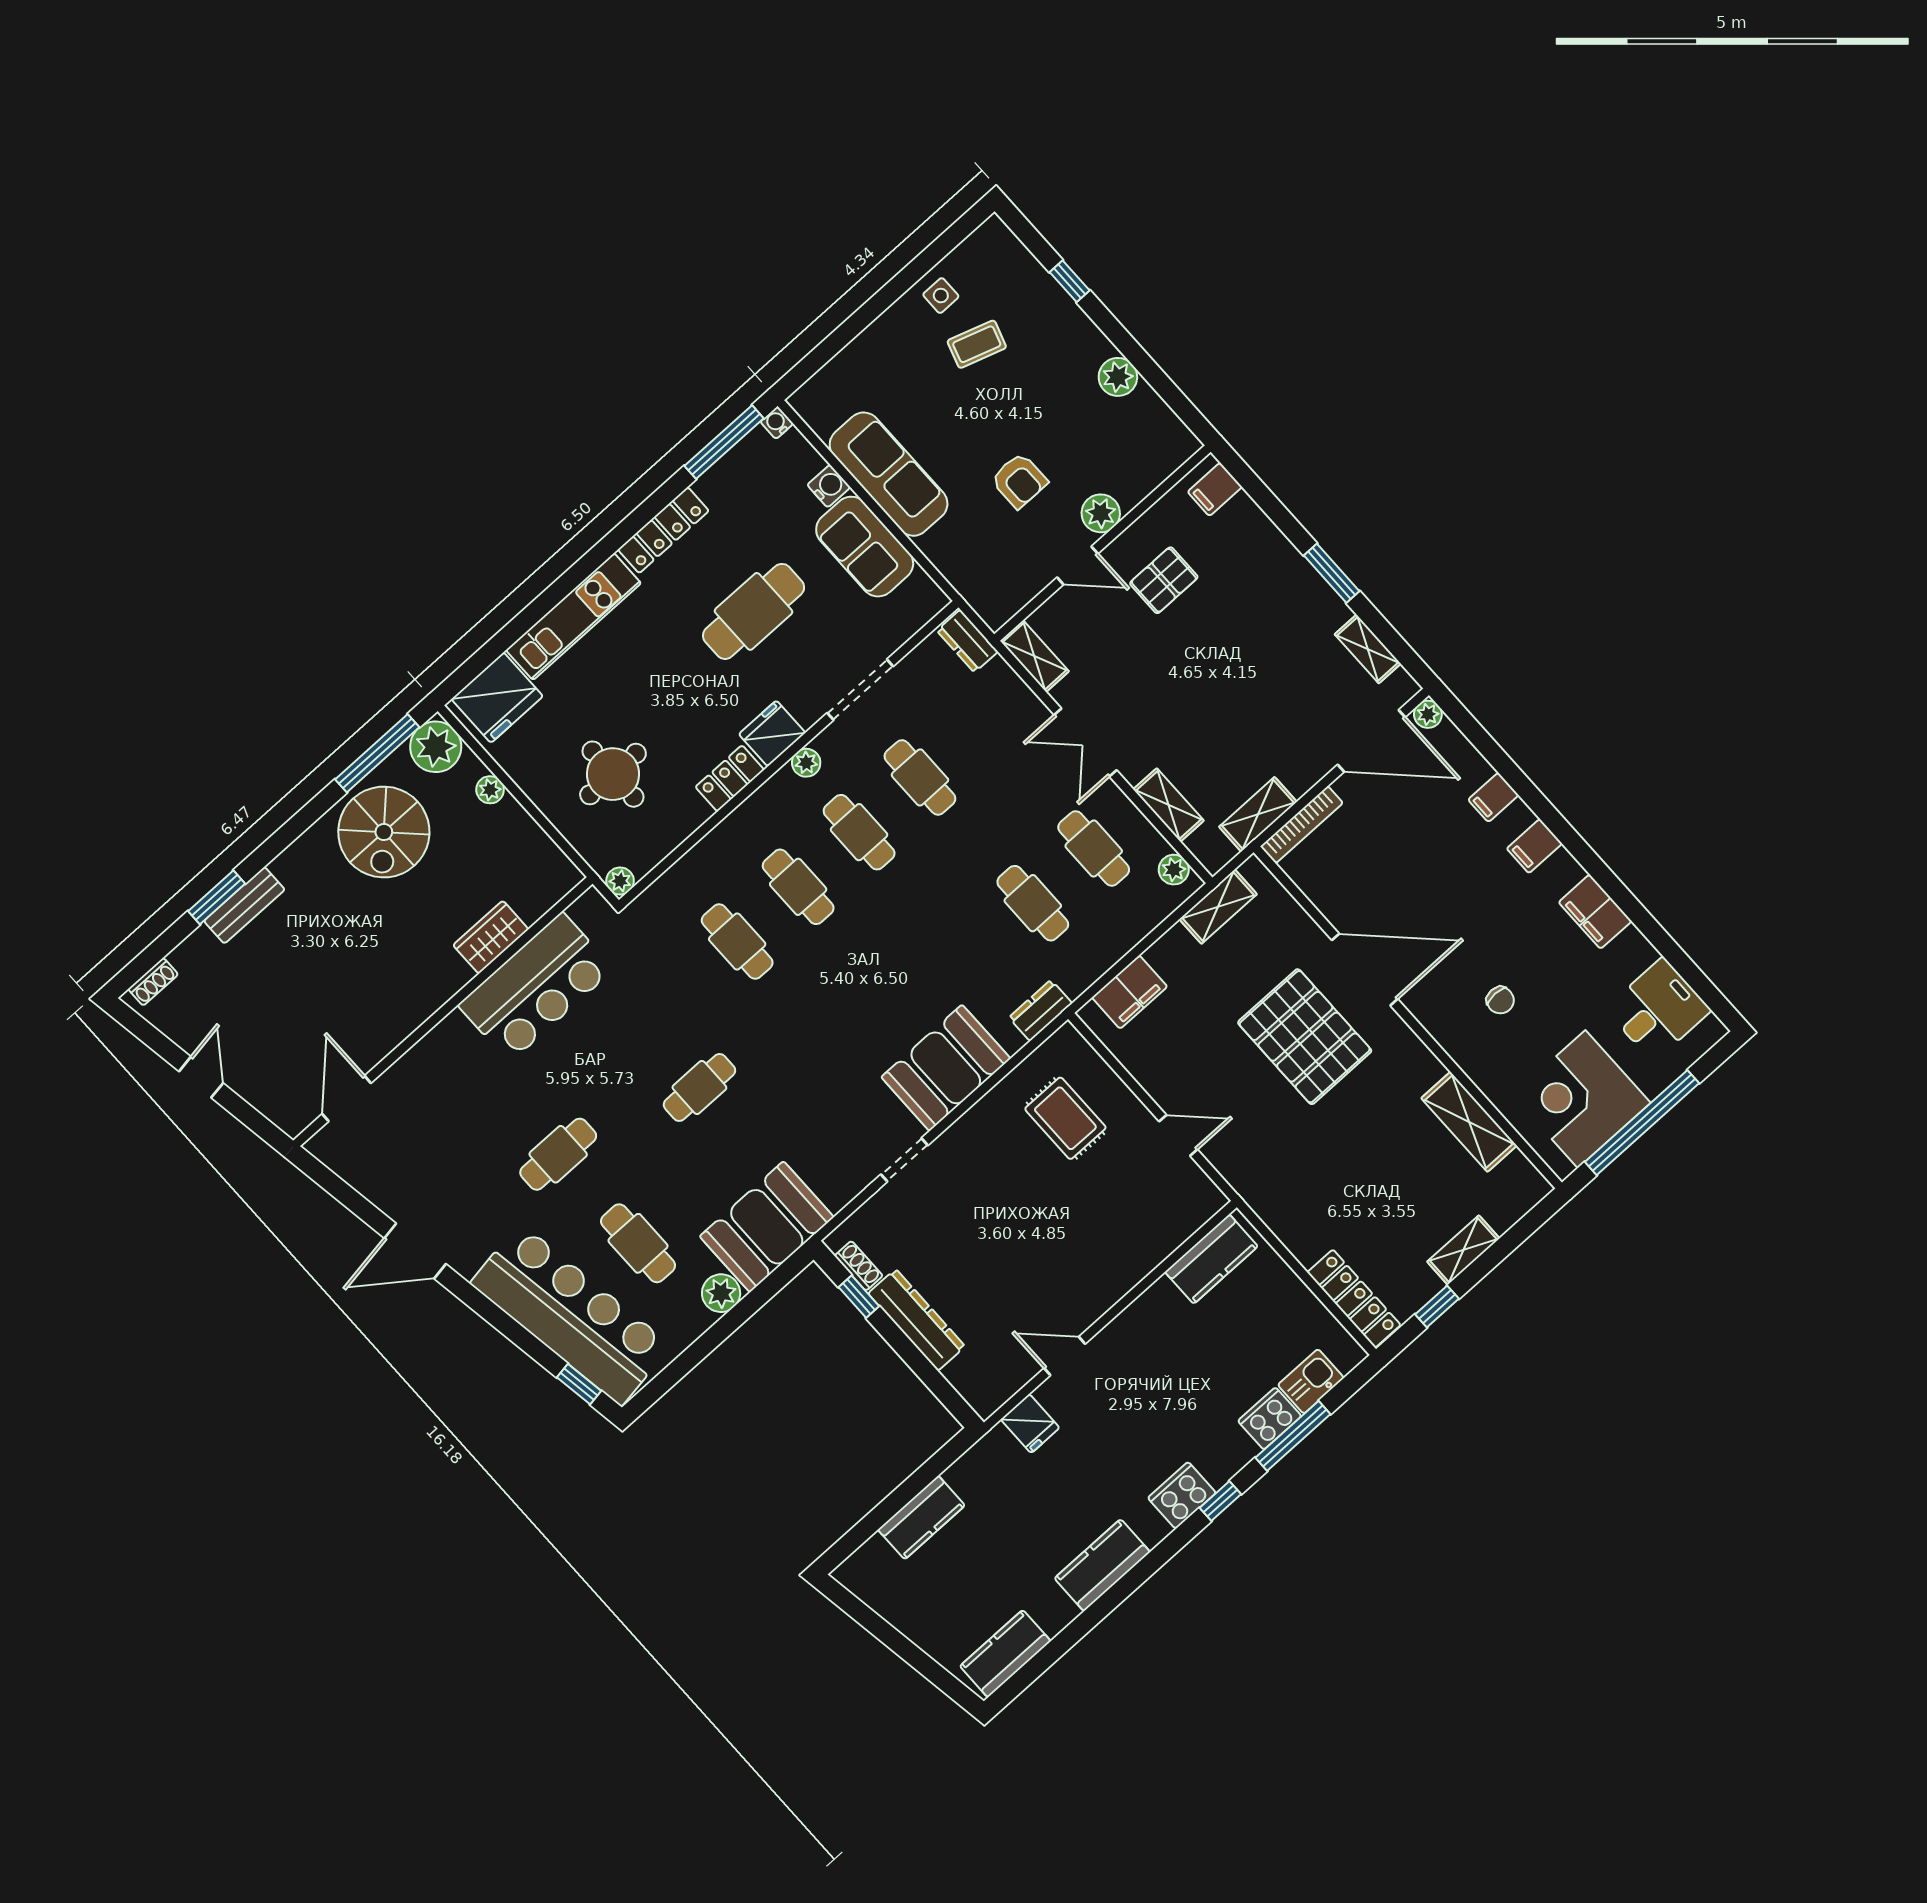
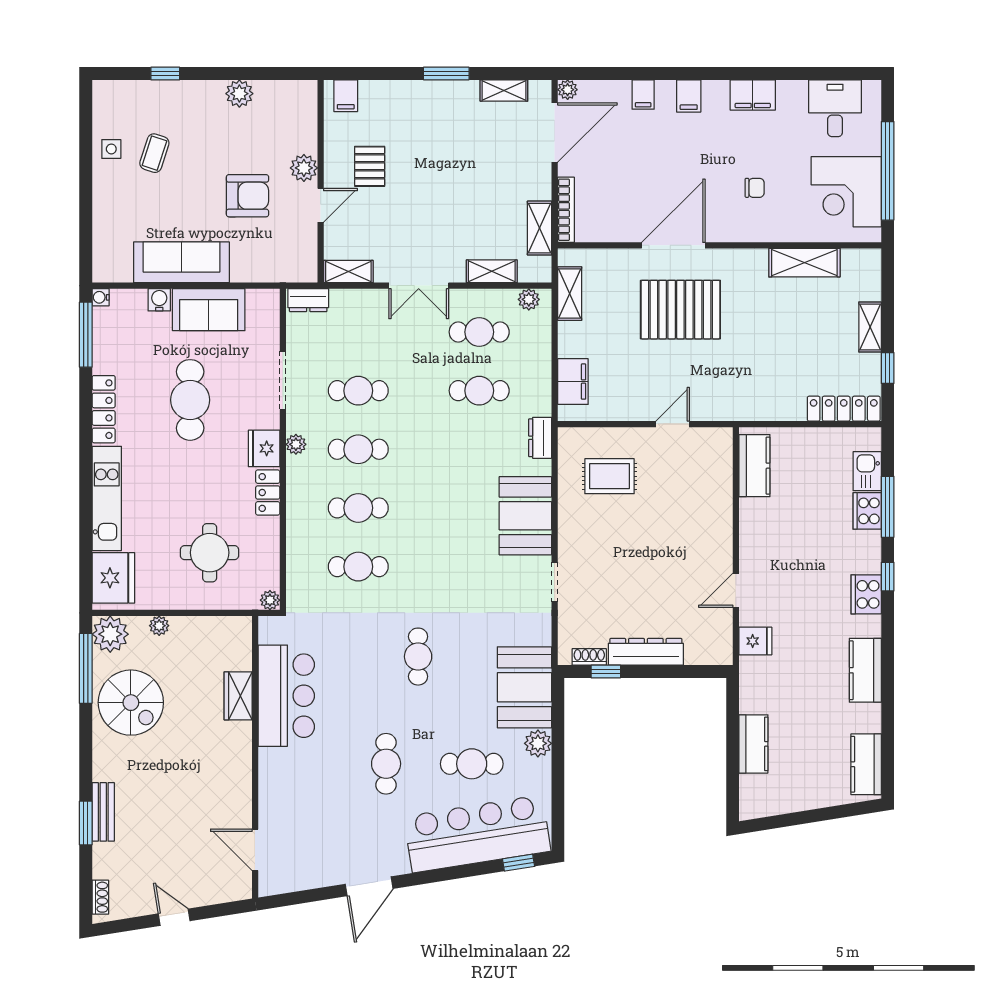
armchair: (1019, 481) -> (247, 196), width x1.38, depth x1.38

